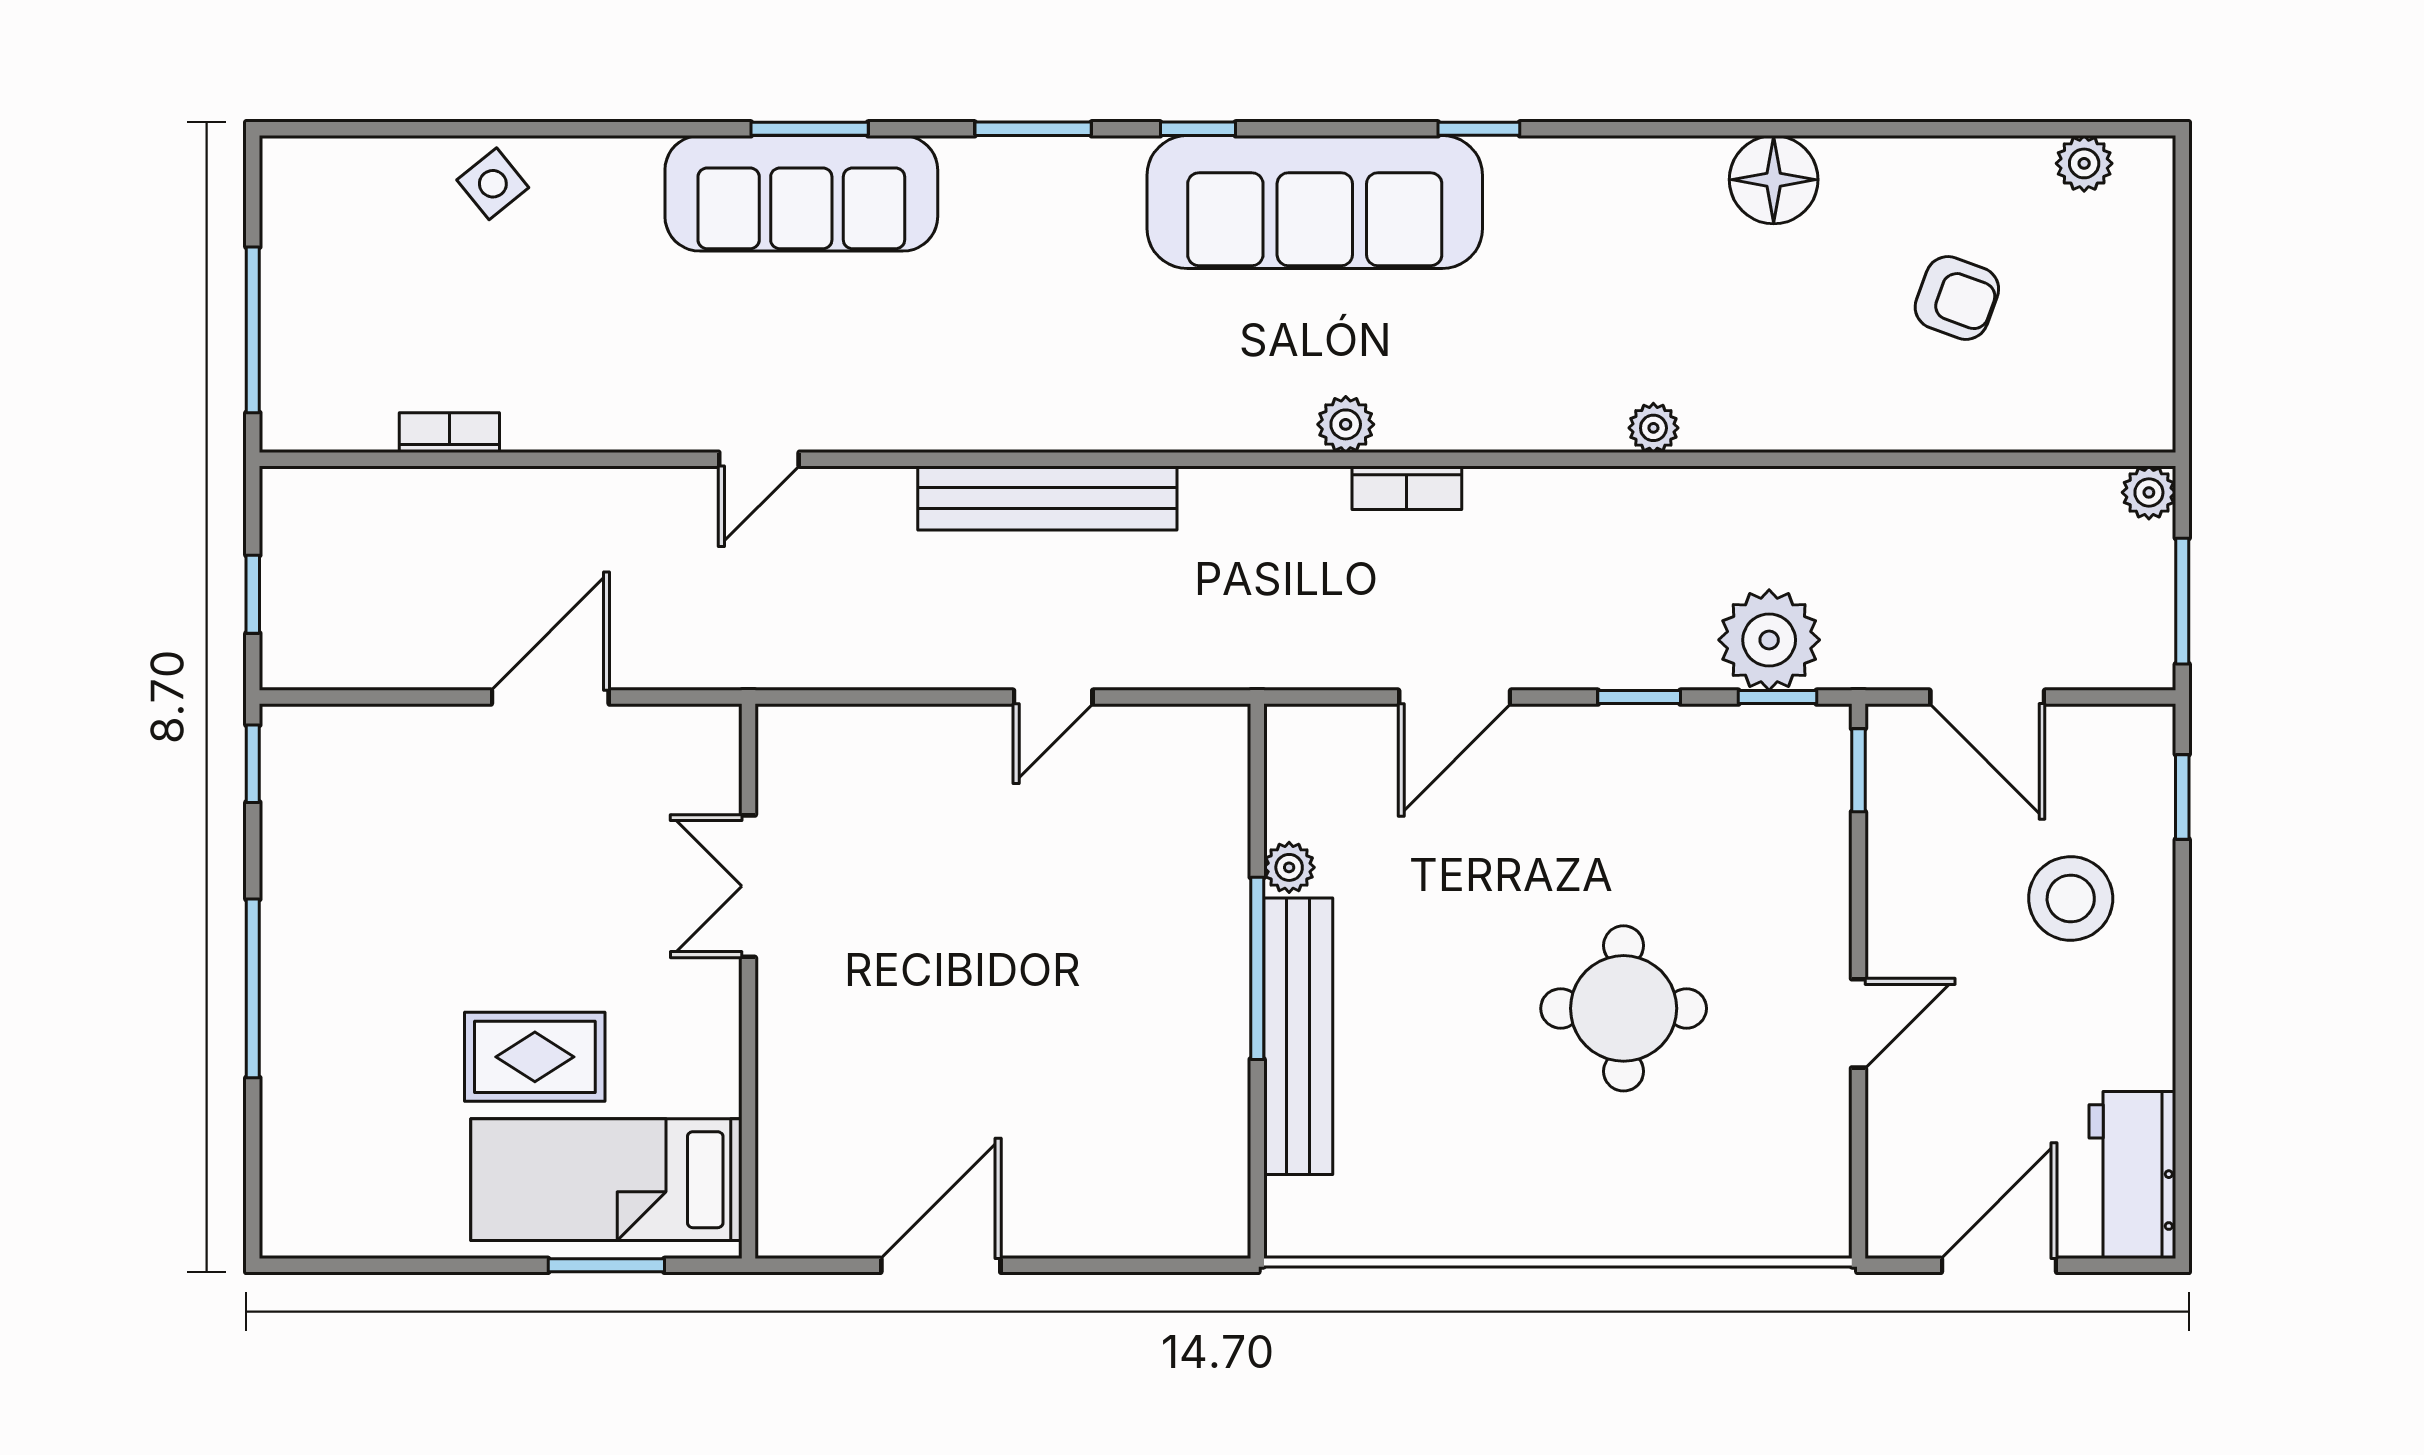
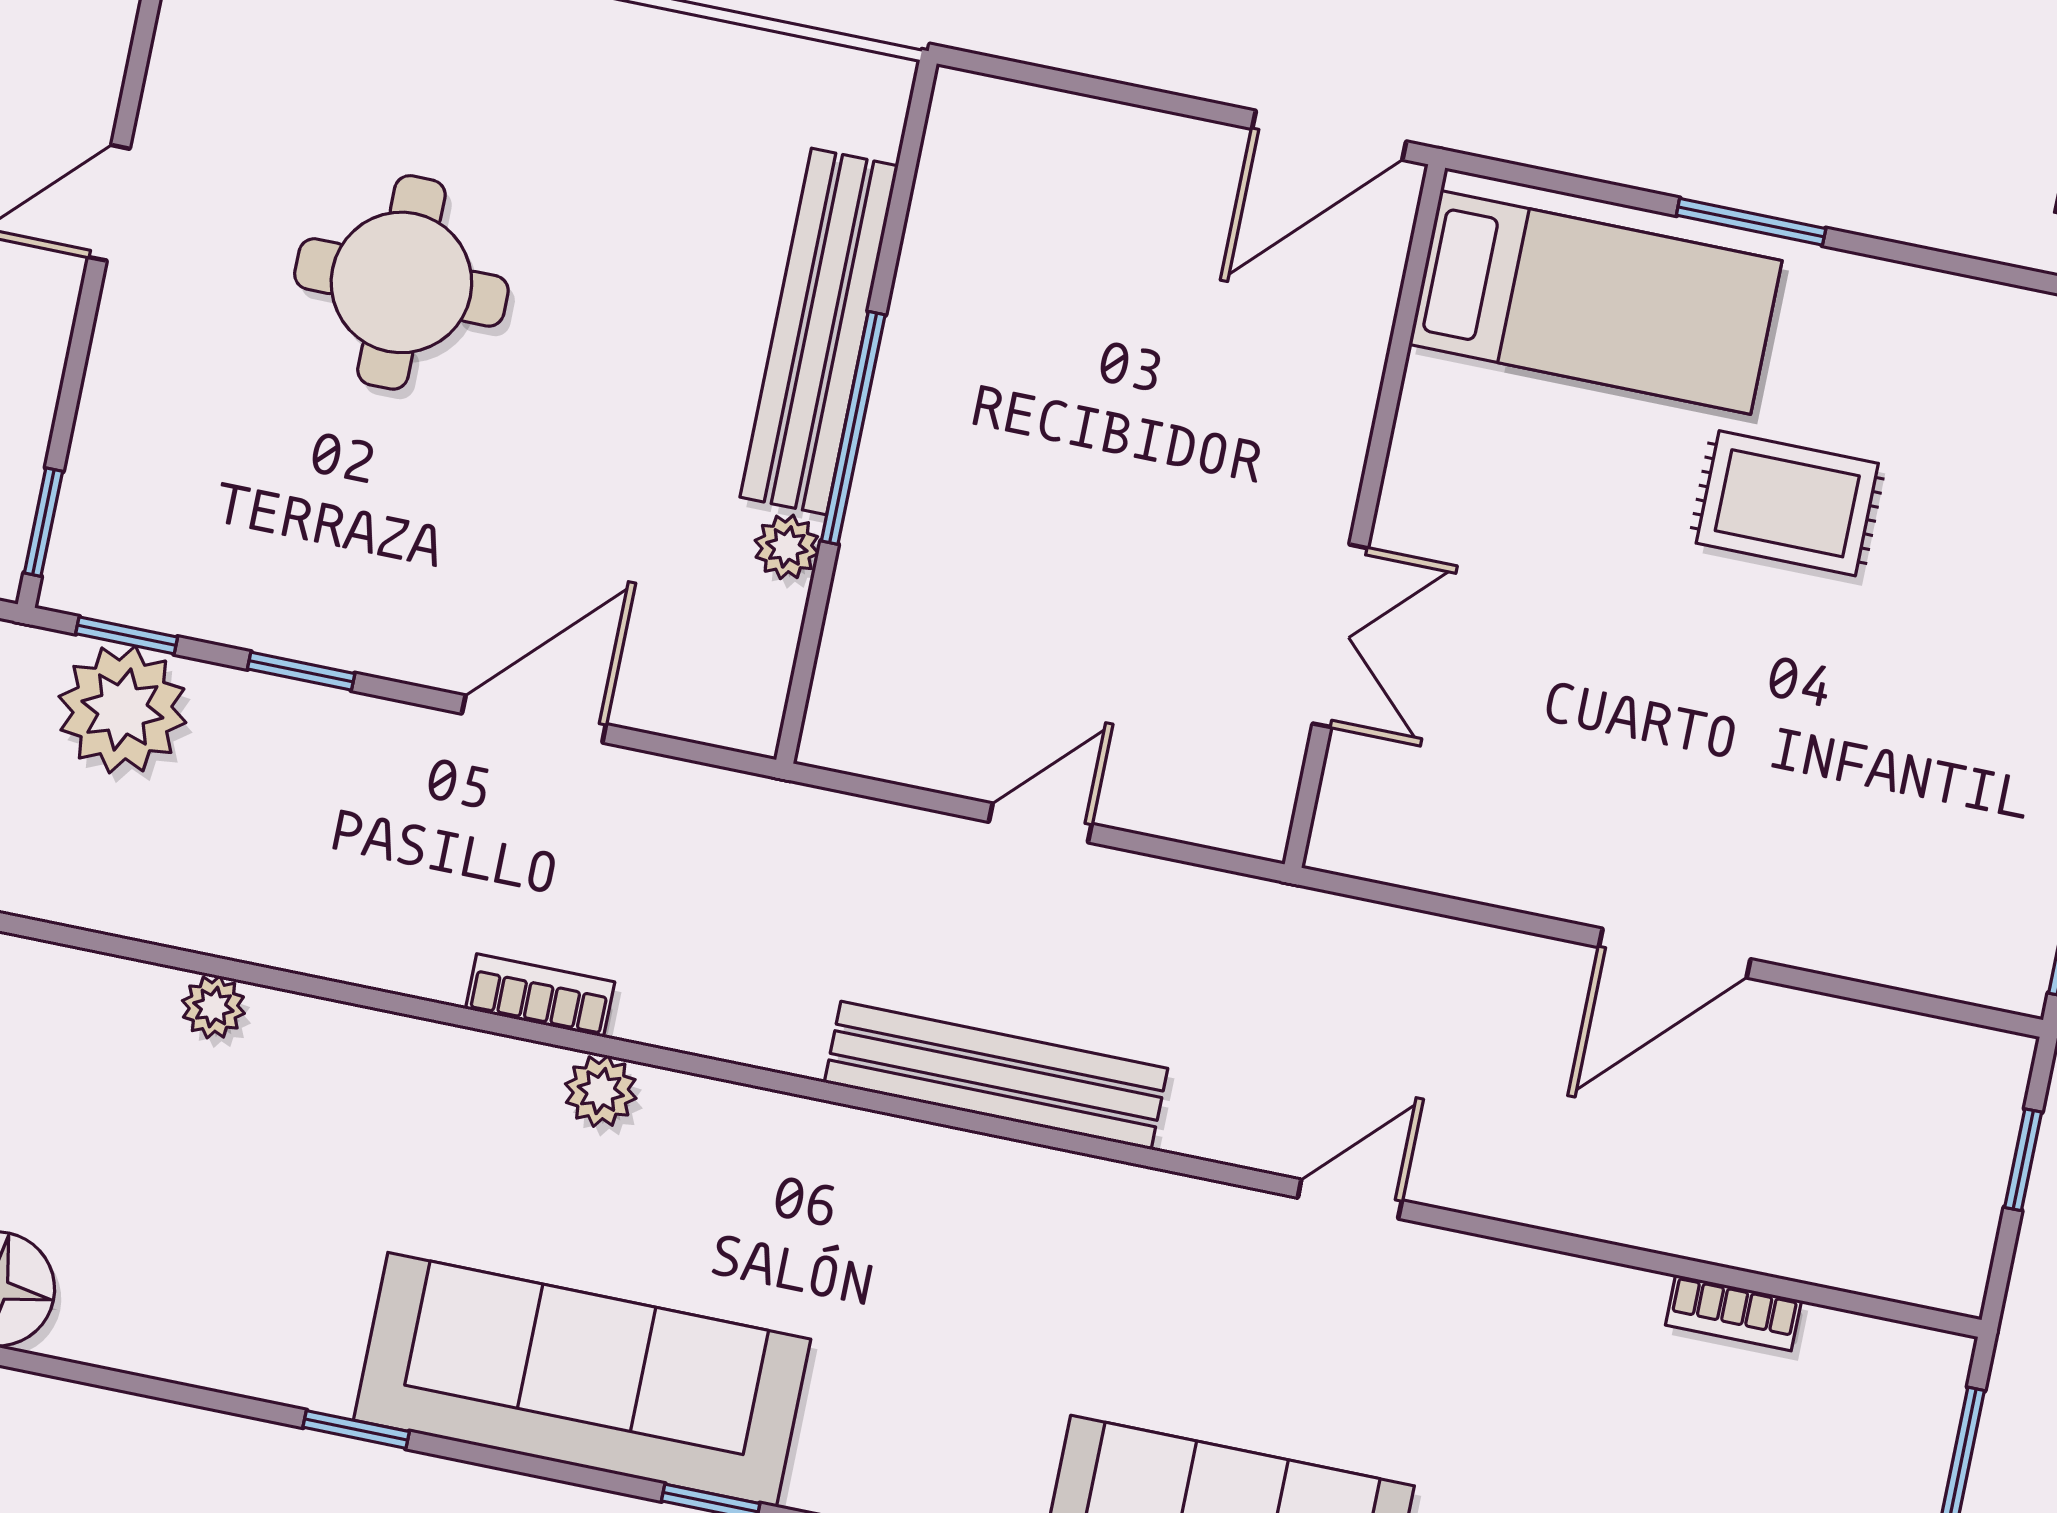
double door: (748, 886) -> (1340, 636), moved
wall: (748, 981) -> (1365, 516), moved
bed: (606, 1180) -> (1596, 302), moved

